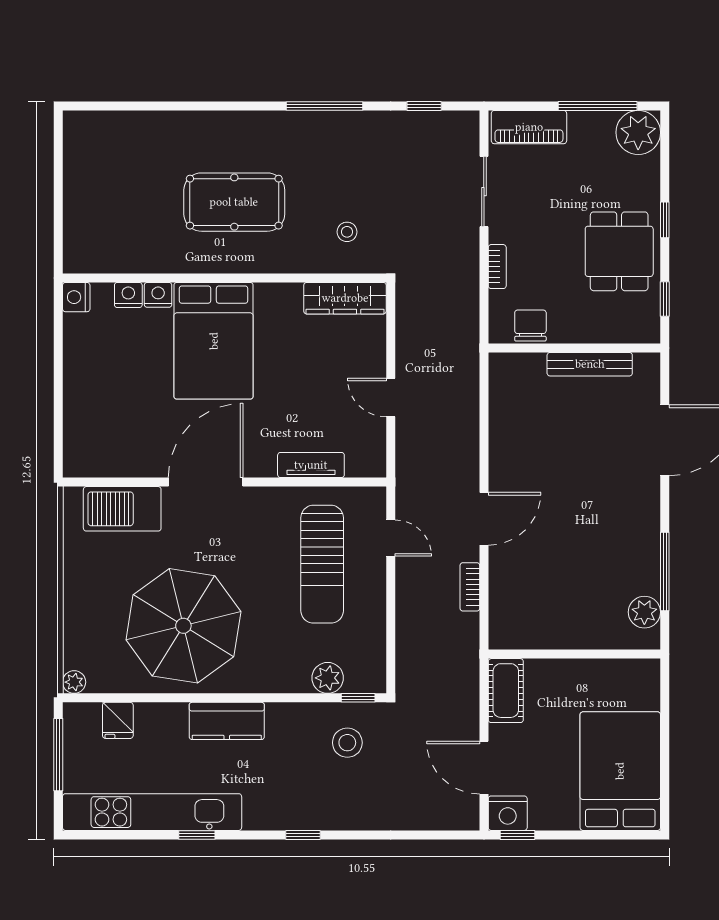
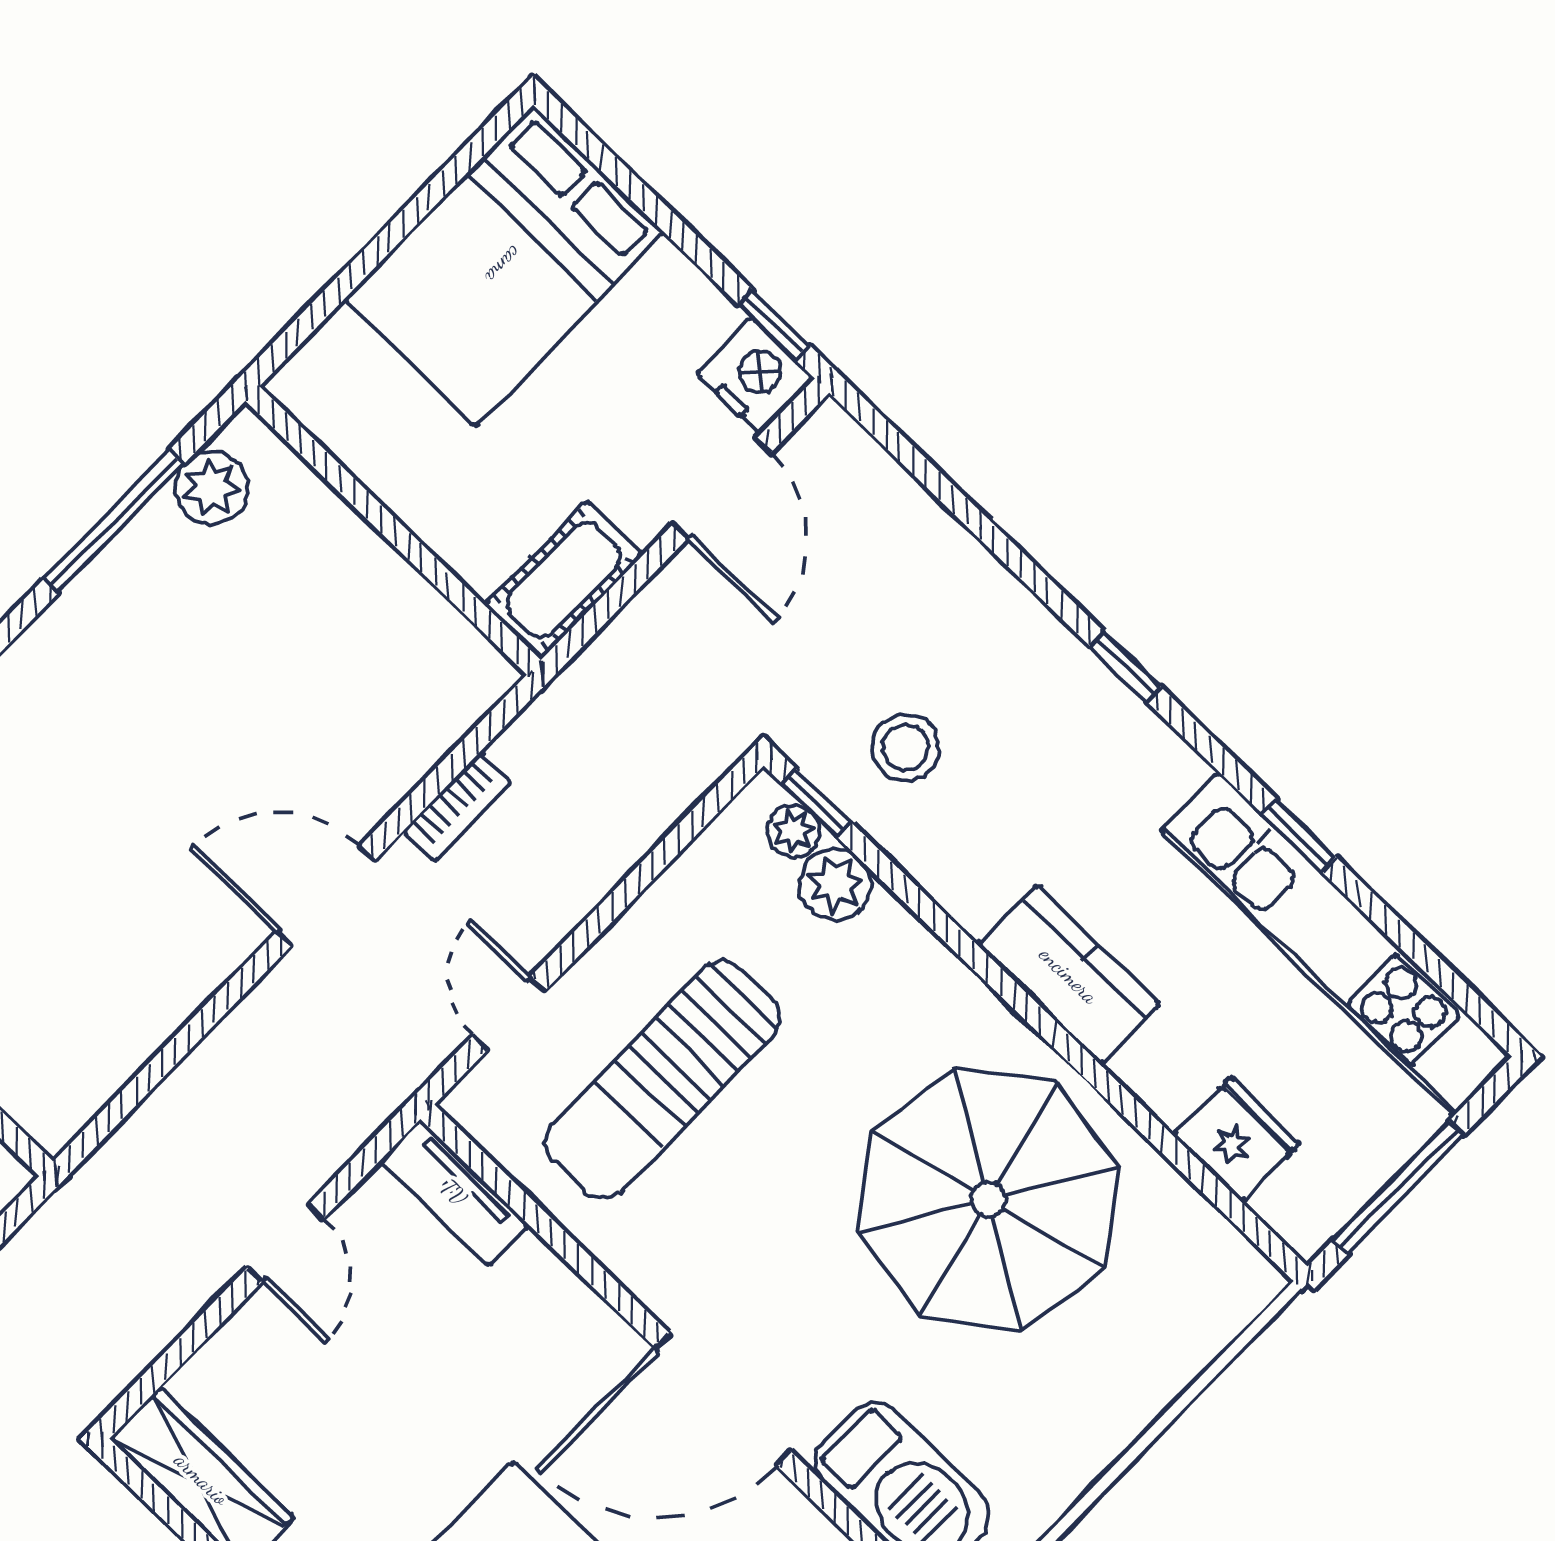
tv unit: (311, 465) -> (454, 1193), moved
sun lounger: (322, 564) -> (663, 1079), turned 180
plant: (74, 682) -> (793, 831), moved
fridge: (118, 720) -> (1237, 1140), width x1.38

